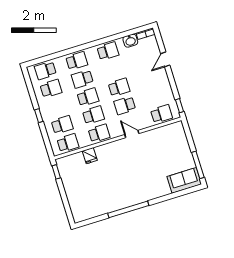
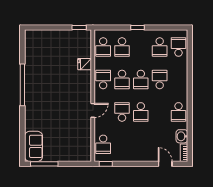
door: (165, 59) -> (165, 164), moved
school desk: (77, 61) -> (178, 79), removed
school desk: (99, 133) -> (103, 79), turned 180

